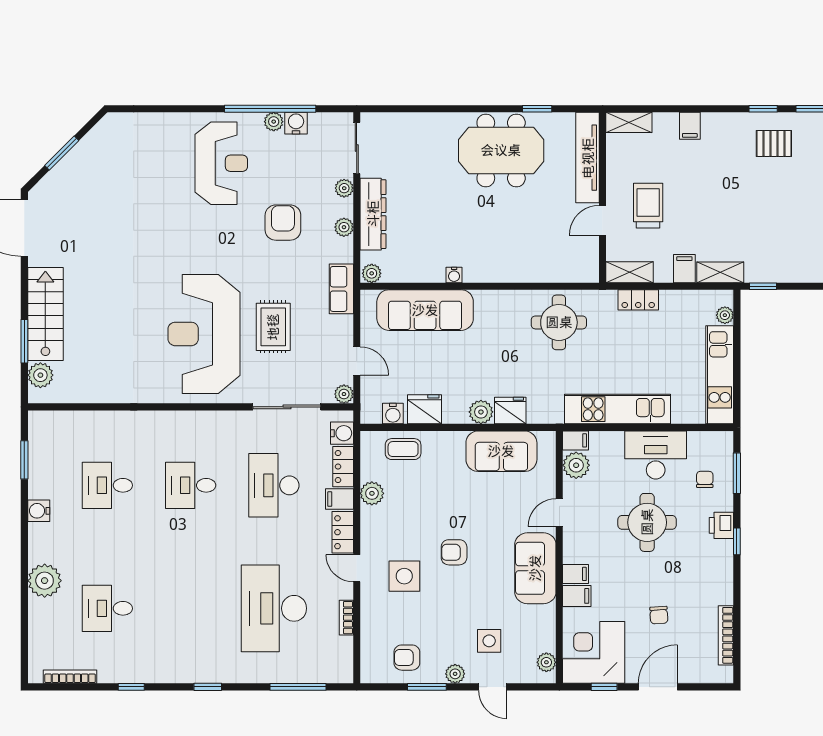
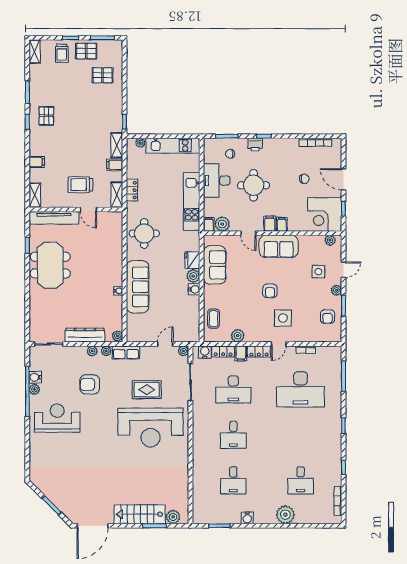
plant: (344, 188) -> (106, 351), moved
sofa: (425, 310) -> (137, 287), moved
fridge: (424, 409) -> (192, 307), removed
water cooler: (393, 414) -> (194, 289), moved
filing cabinet: (577, 596) -> (270, 224), moved

